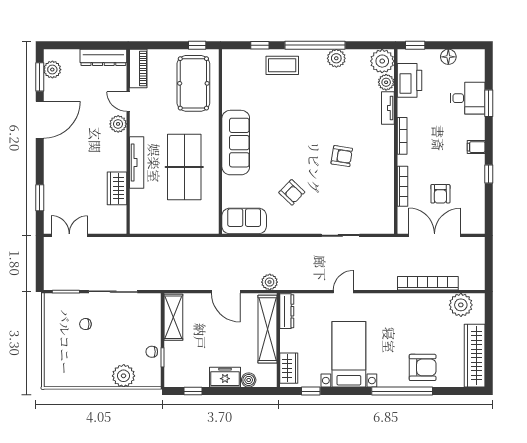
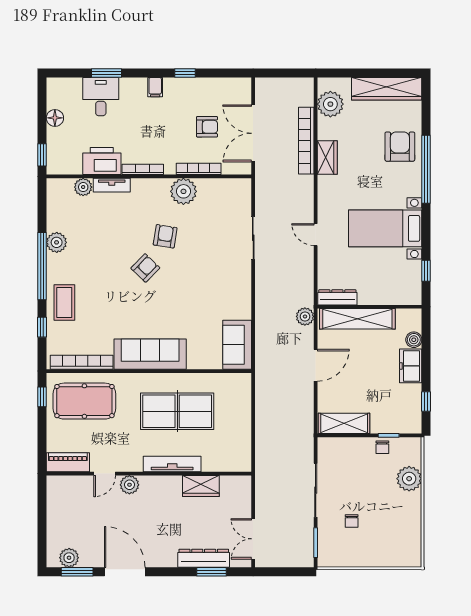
dresser: (103, 57) -> (204, 558), moved, turned -90
plant: (382, 61) -> (183, 191), moved
printer: (409, 80) -> (102, 161), moved
bookcase: (228, 81) -> (82, 362), added
armchair: (292, 192) -> (145, 268), moved
wardrobe: (289, 368) -> (327, 157), moved, turned 90

